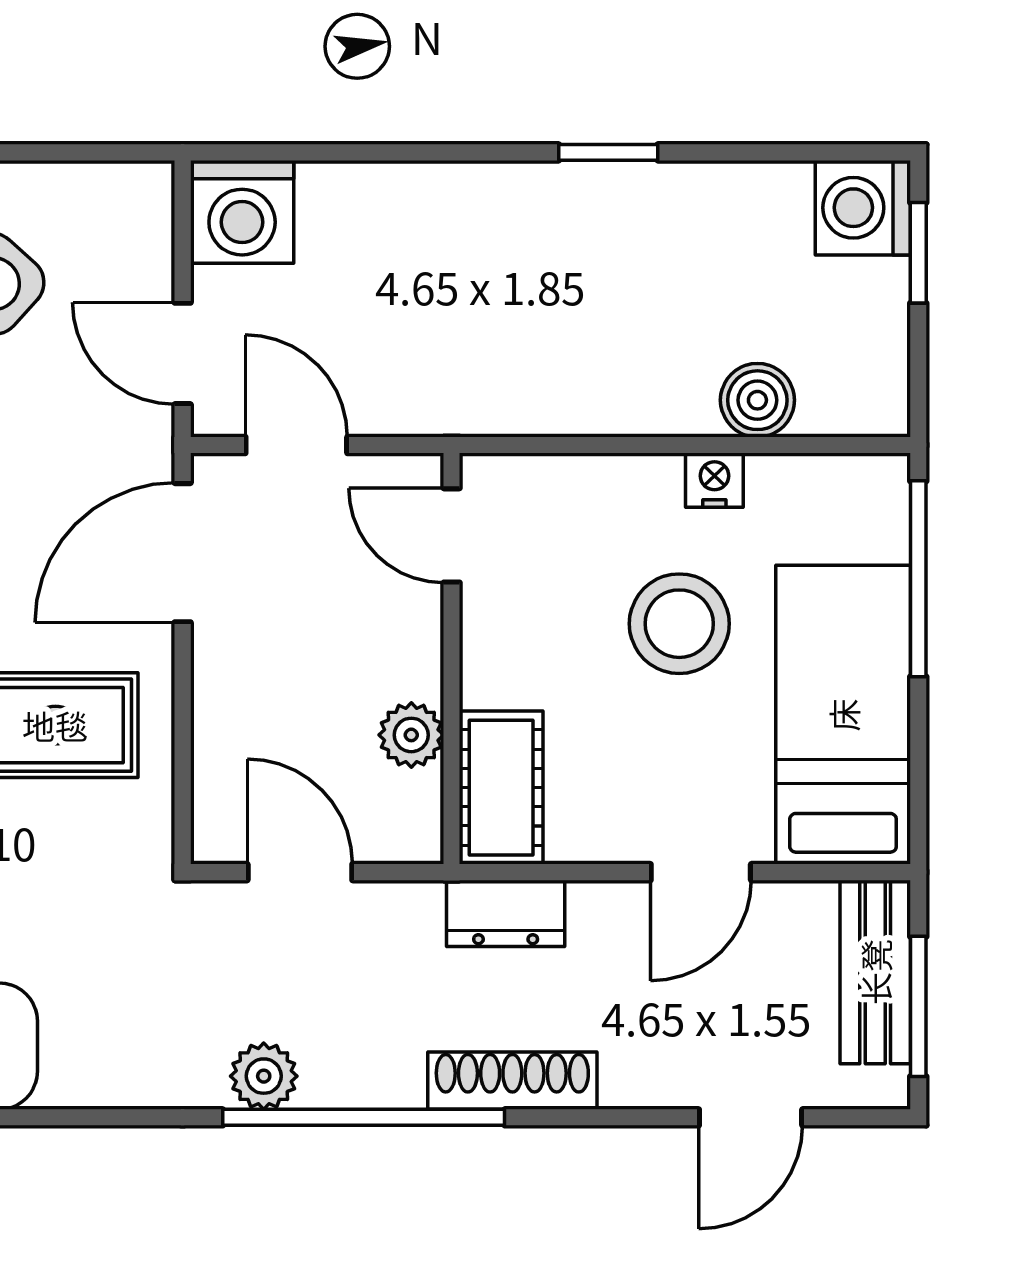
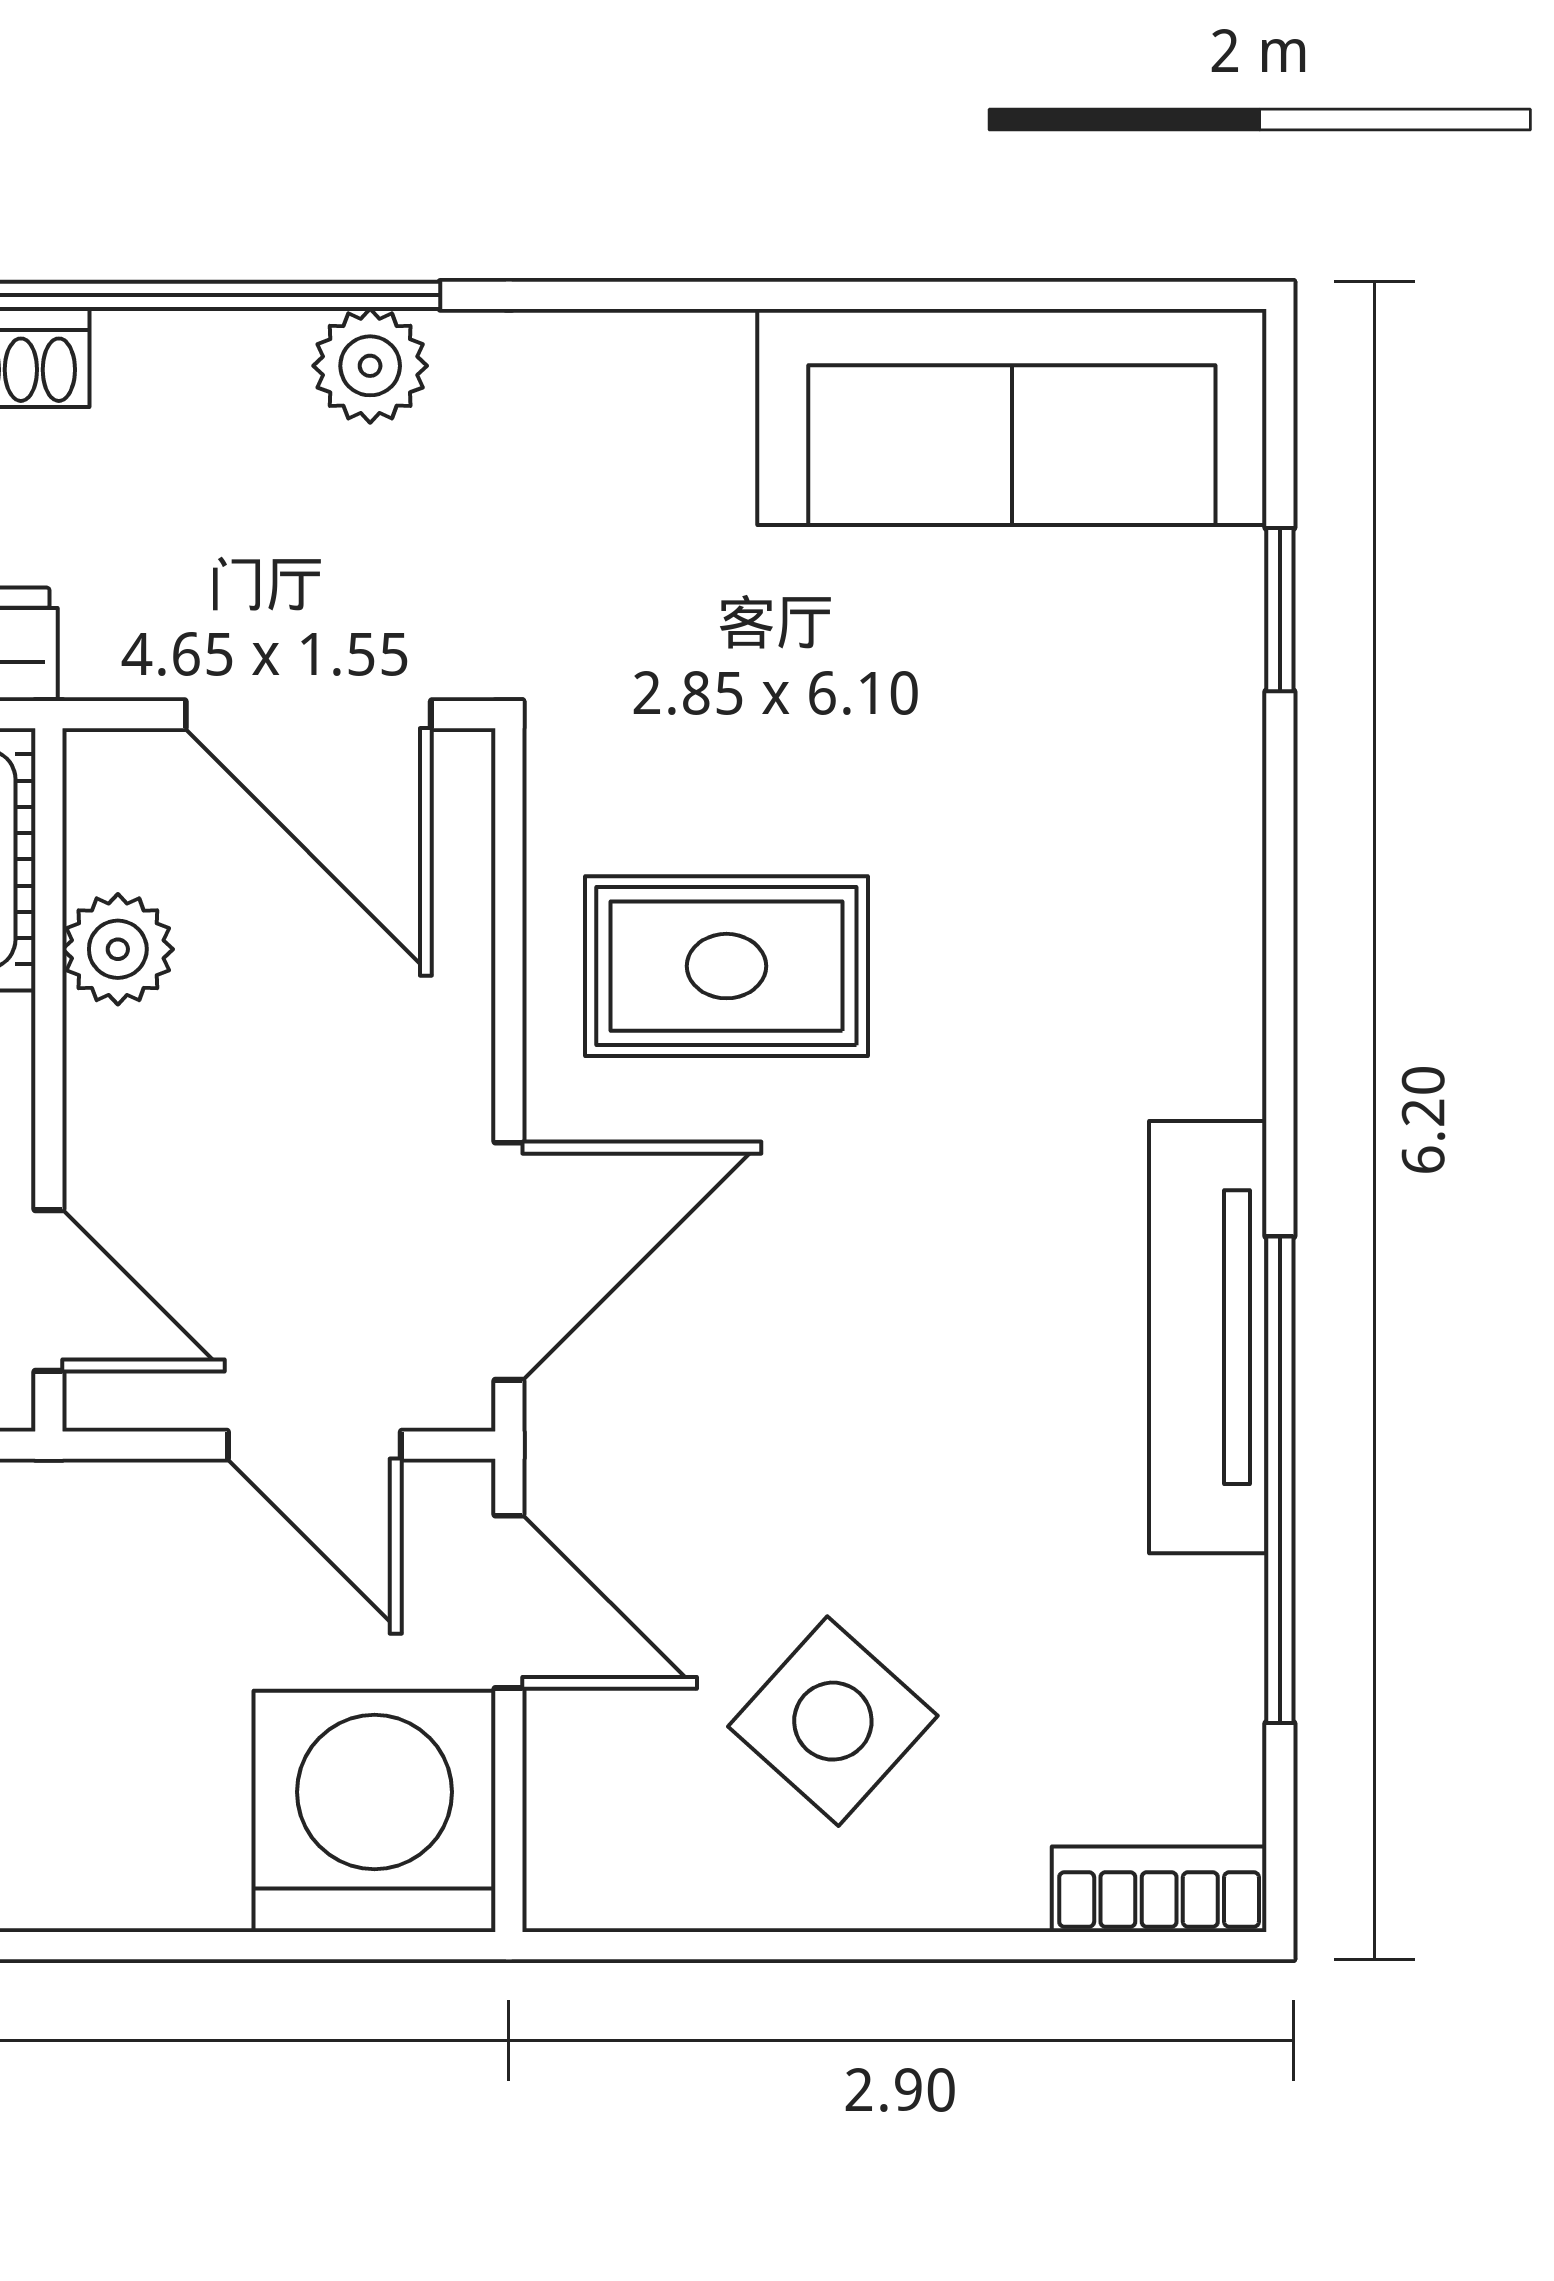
washing machine: (242, 212) -> (375, 1811), width x1.37, depth x1.37
door: (300, 872) -> (308, 715), width x1.38

